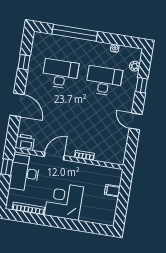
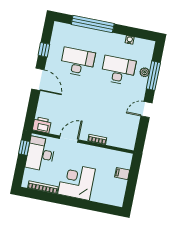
plant: (135, 66) -> (145, 72), moved
window: (141, 85) -> (153, 76), width x2.17
door: (17, 105) -> (38, 79), moved
door: (136, 121) -> (147, 109), hinge flipped

